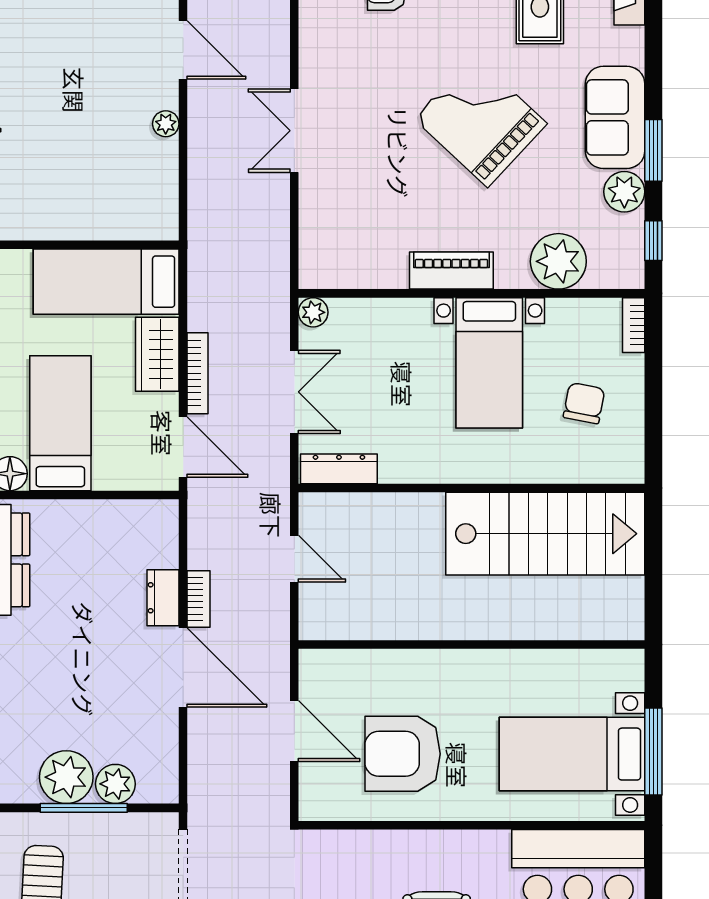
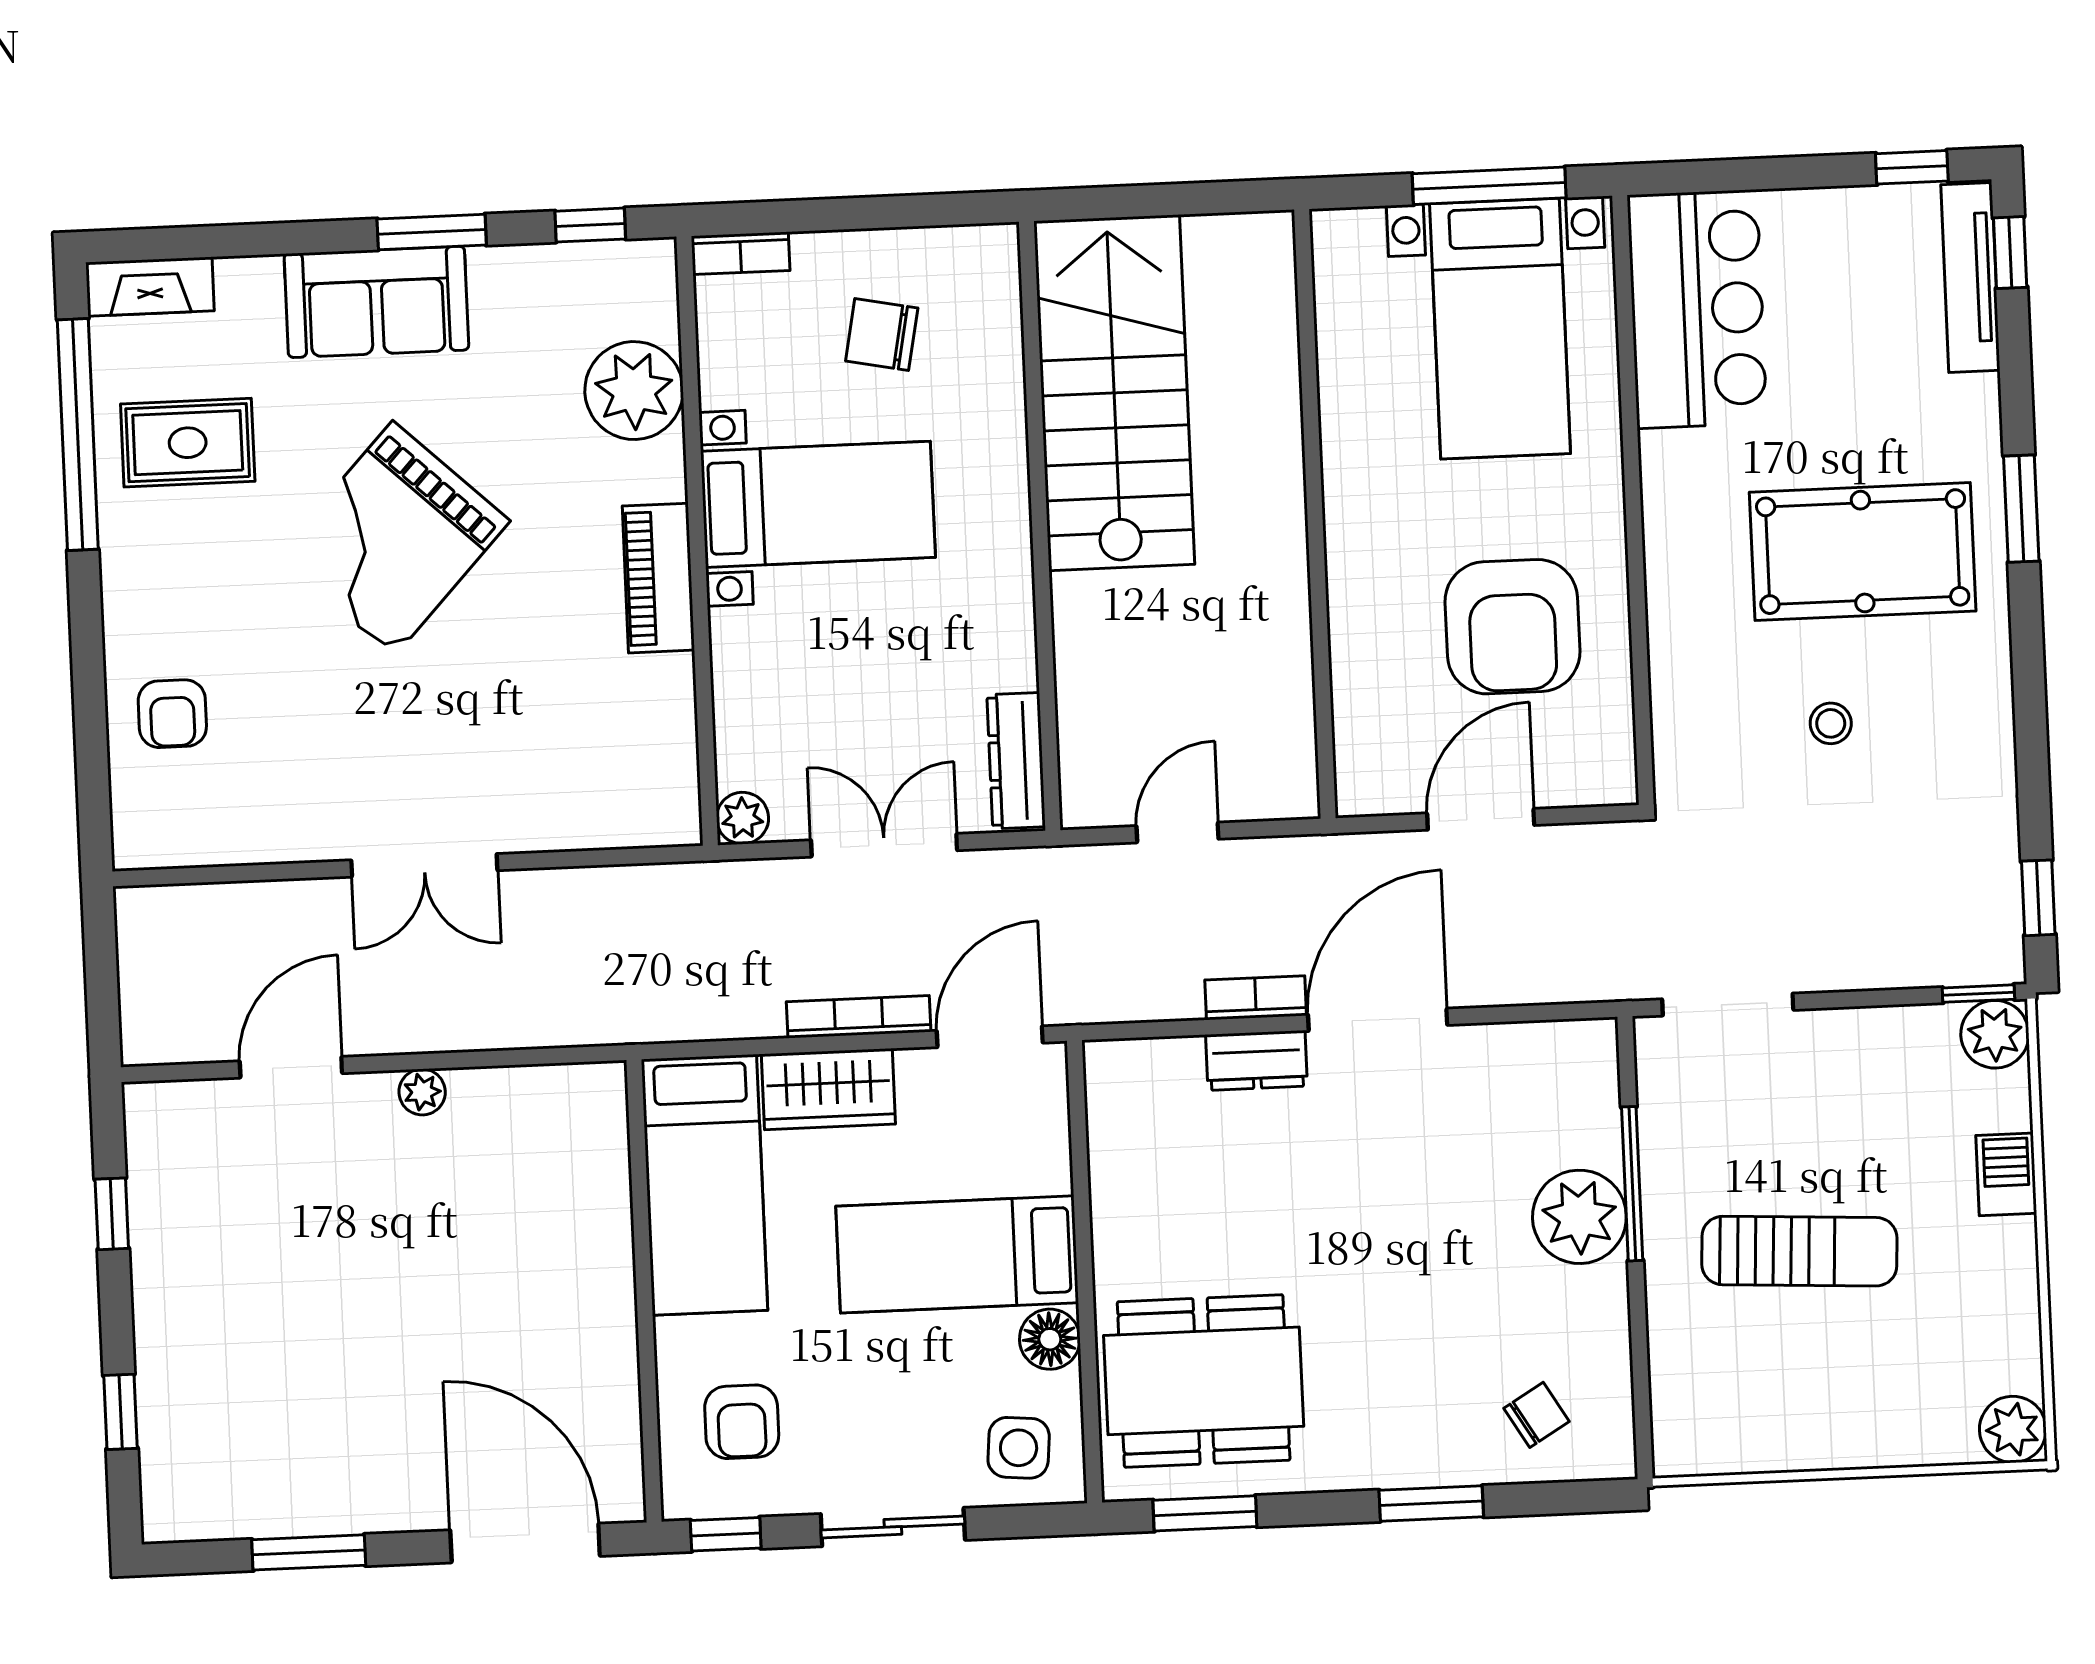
plant: (624, 192) -> (507, 280), removed
plant: (115, 784) -> (1588, 1130), removed

